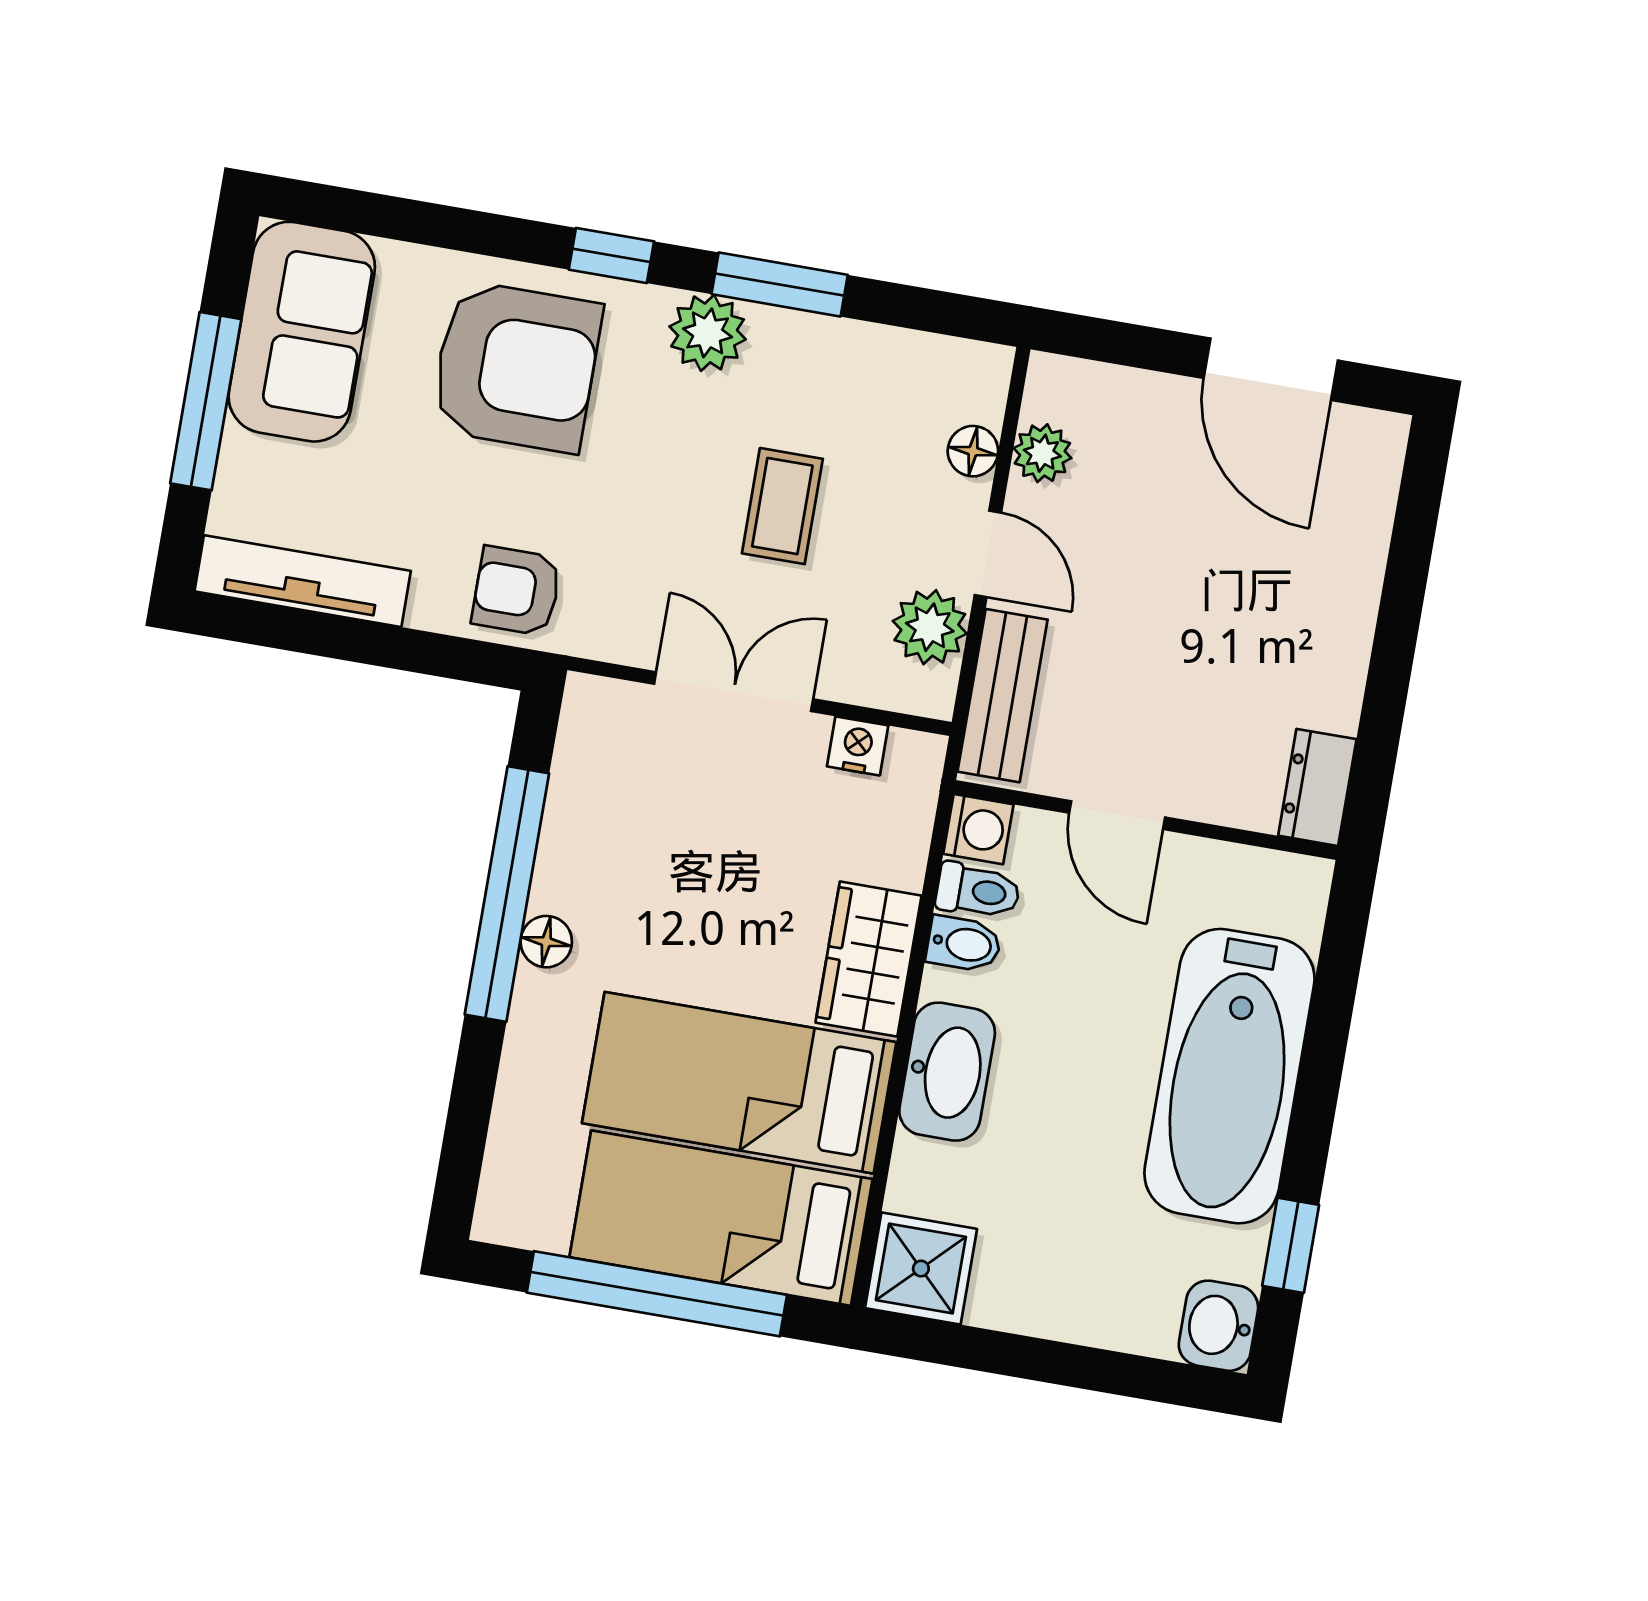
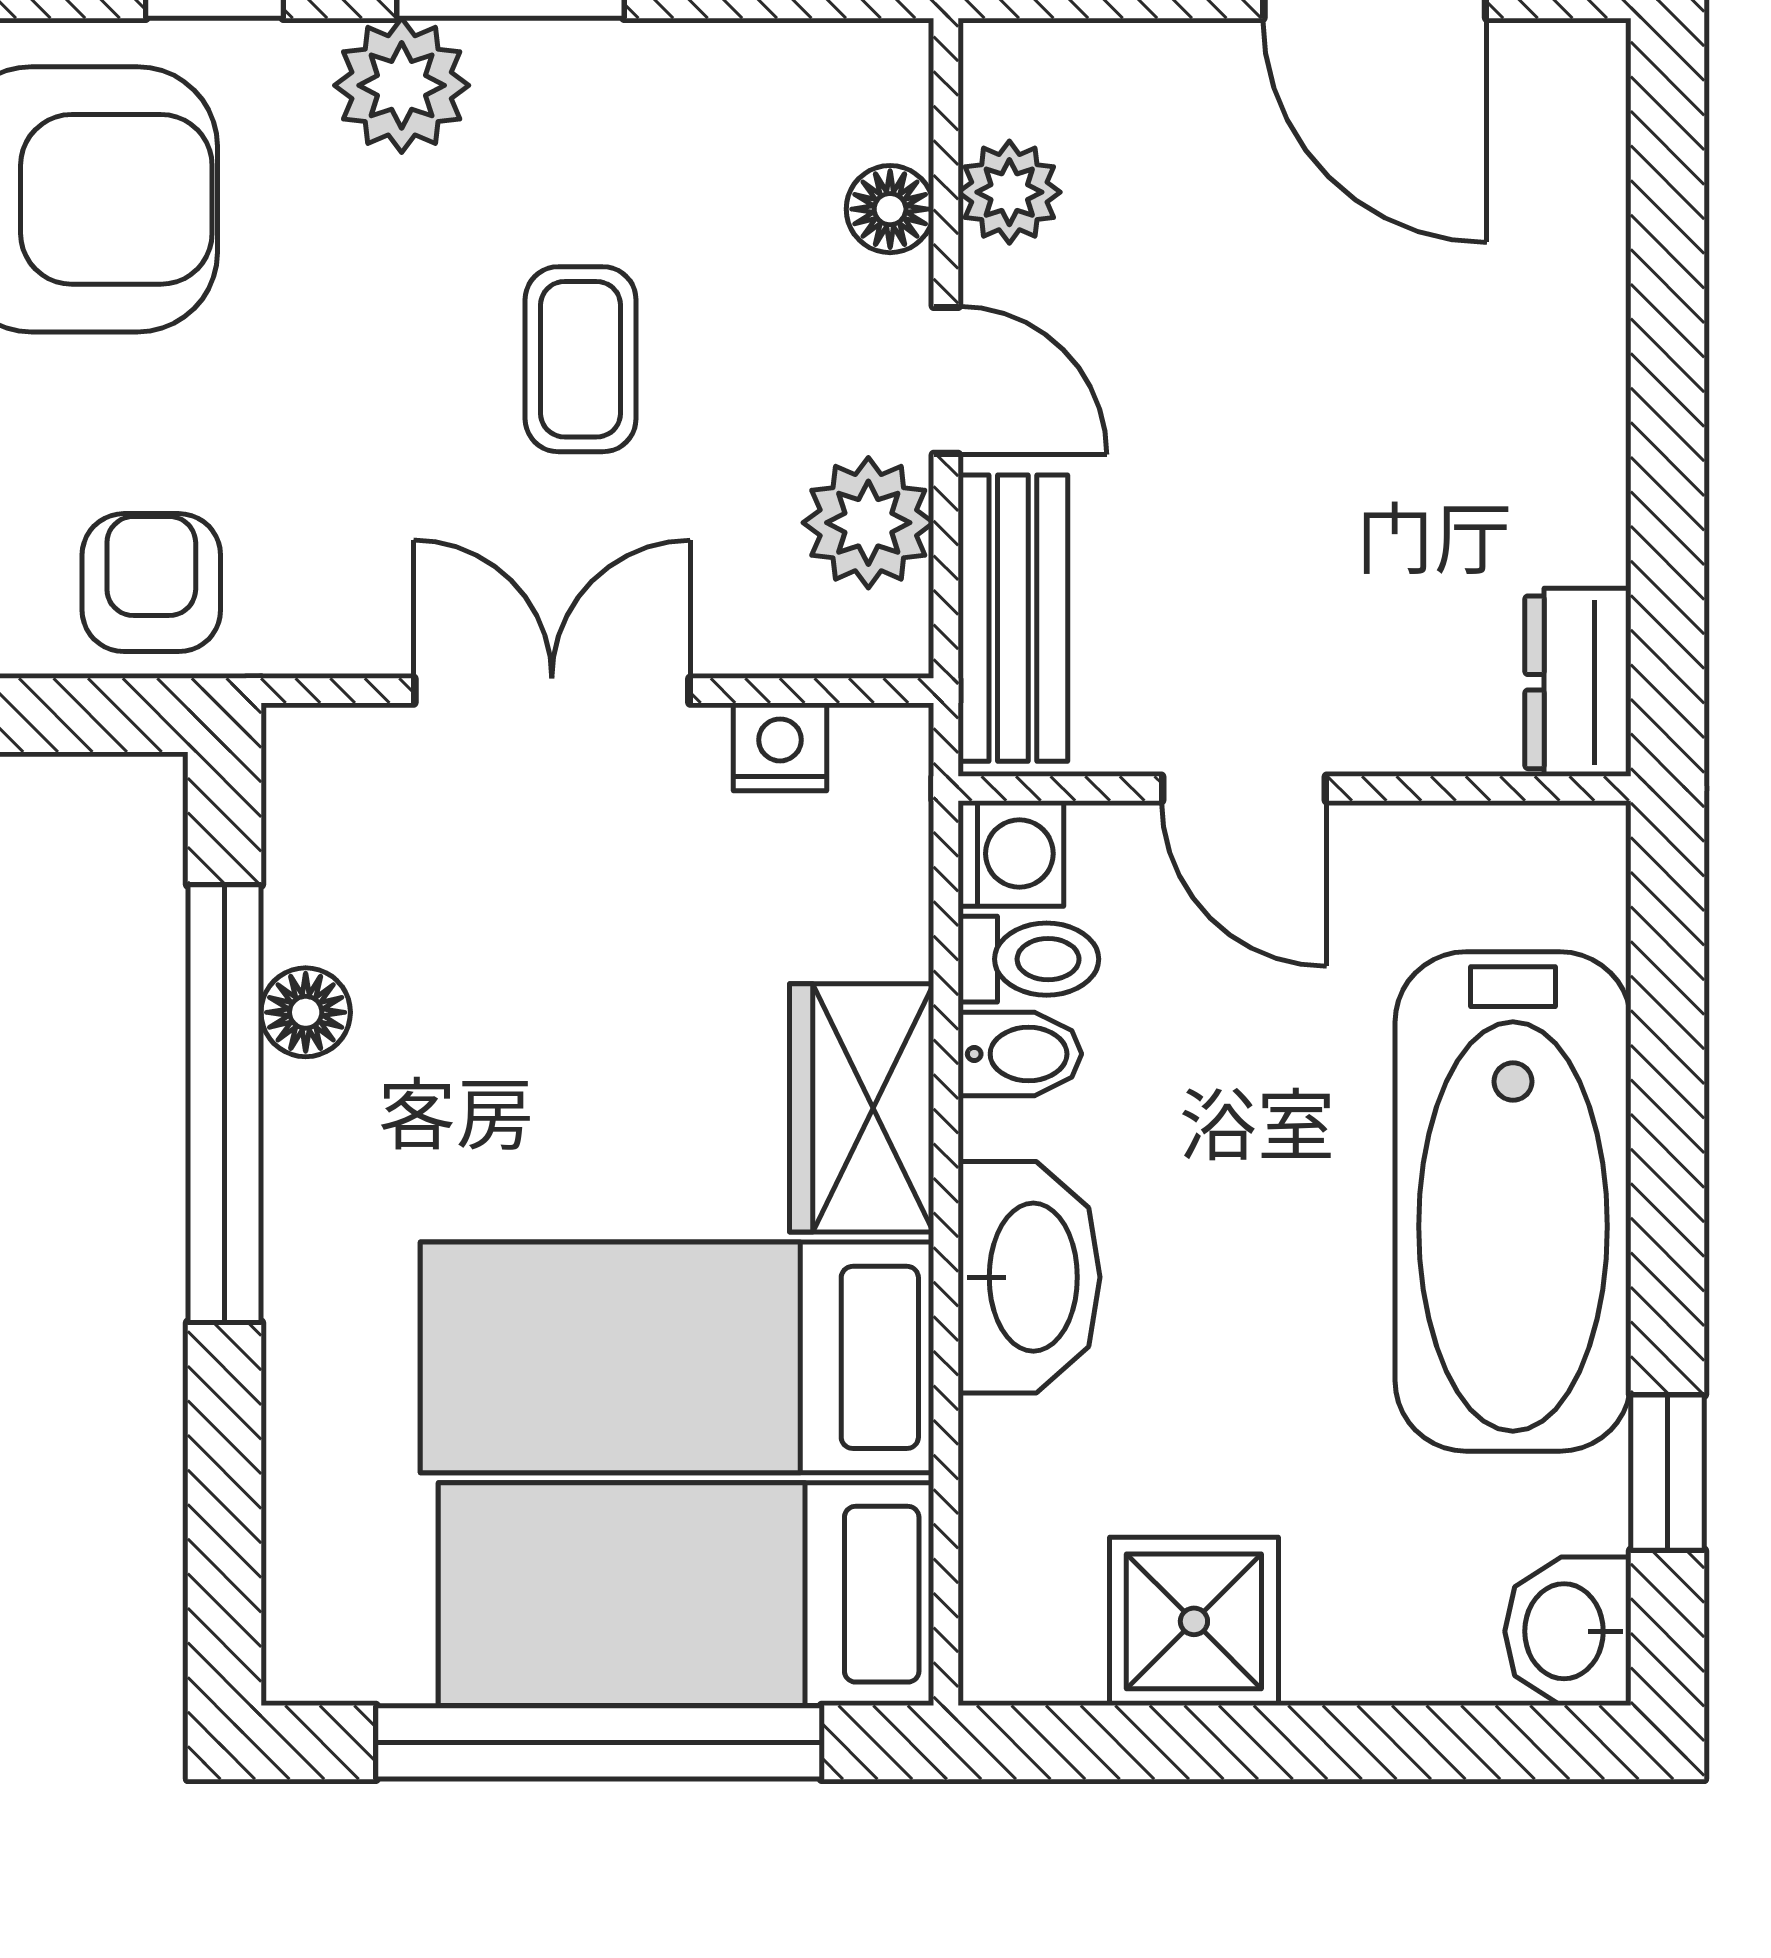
armchair: (517, 591) -> (151, 583), turned 90
floor lamp: (546, 942) -> (306, 1012), moved
shower: (921, 1269) -> (1194, 1621), moved

